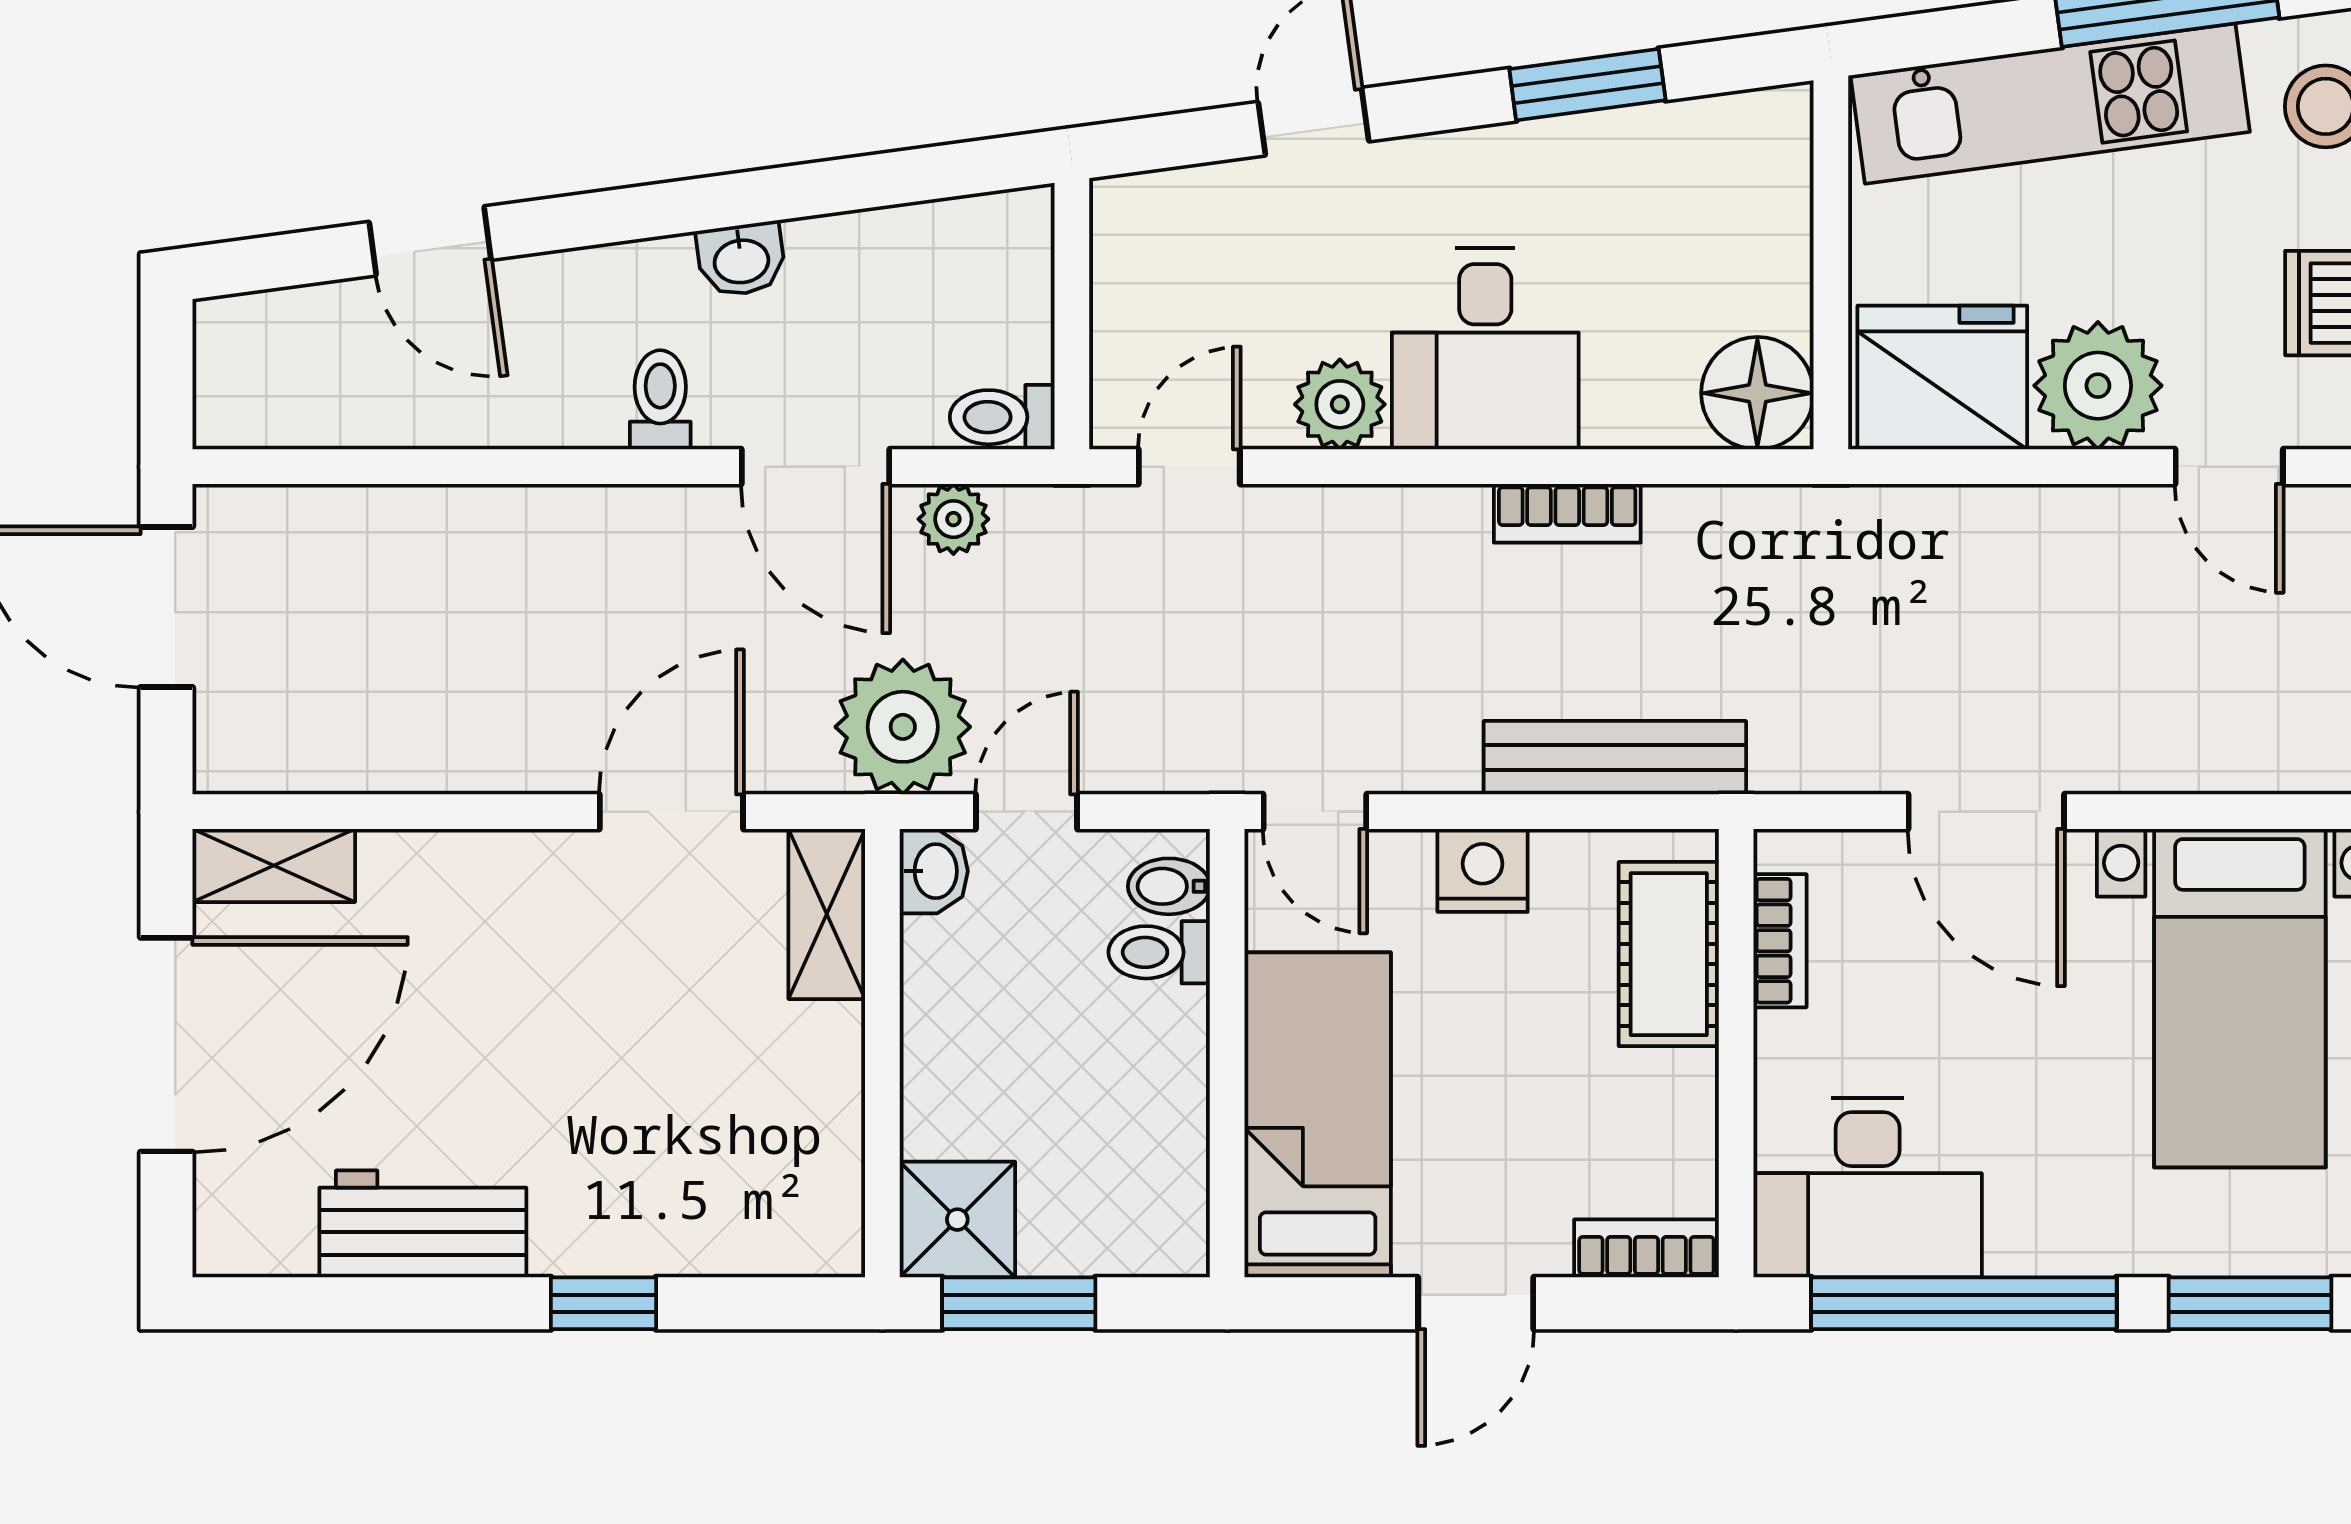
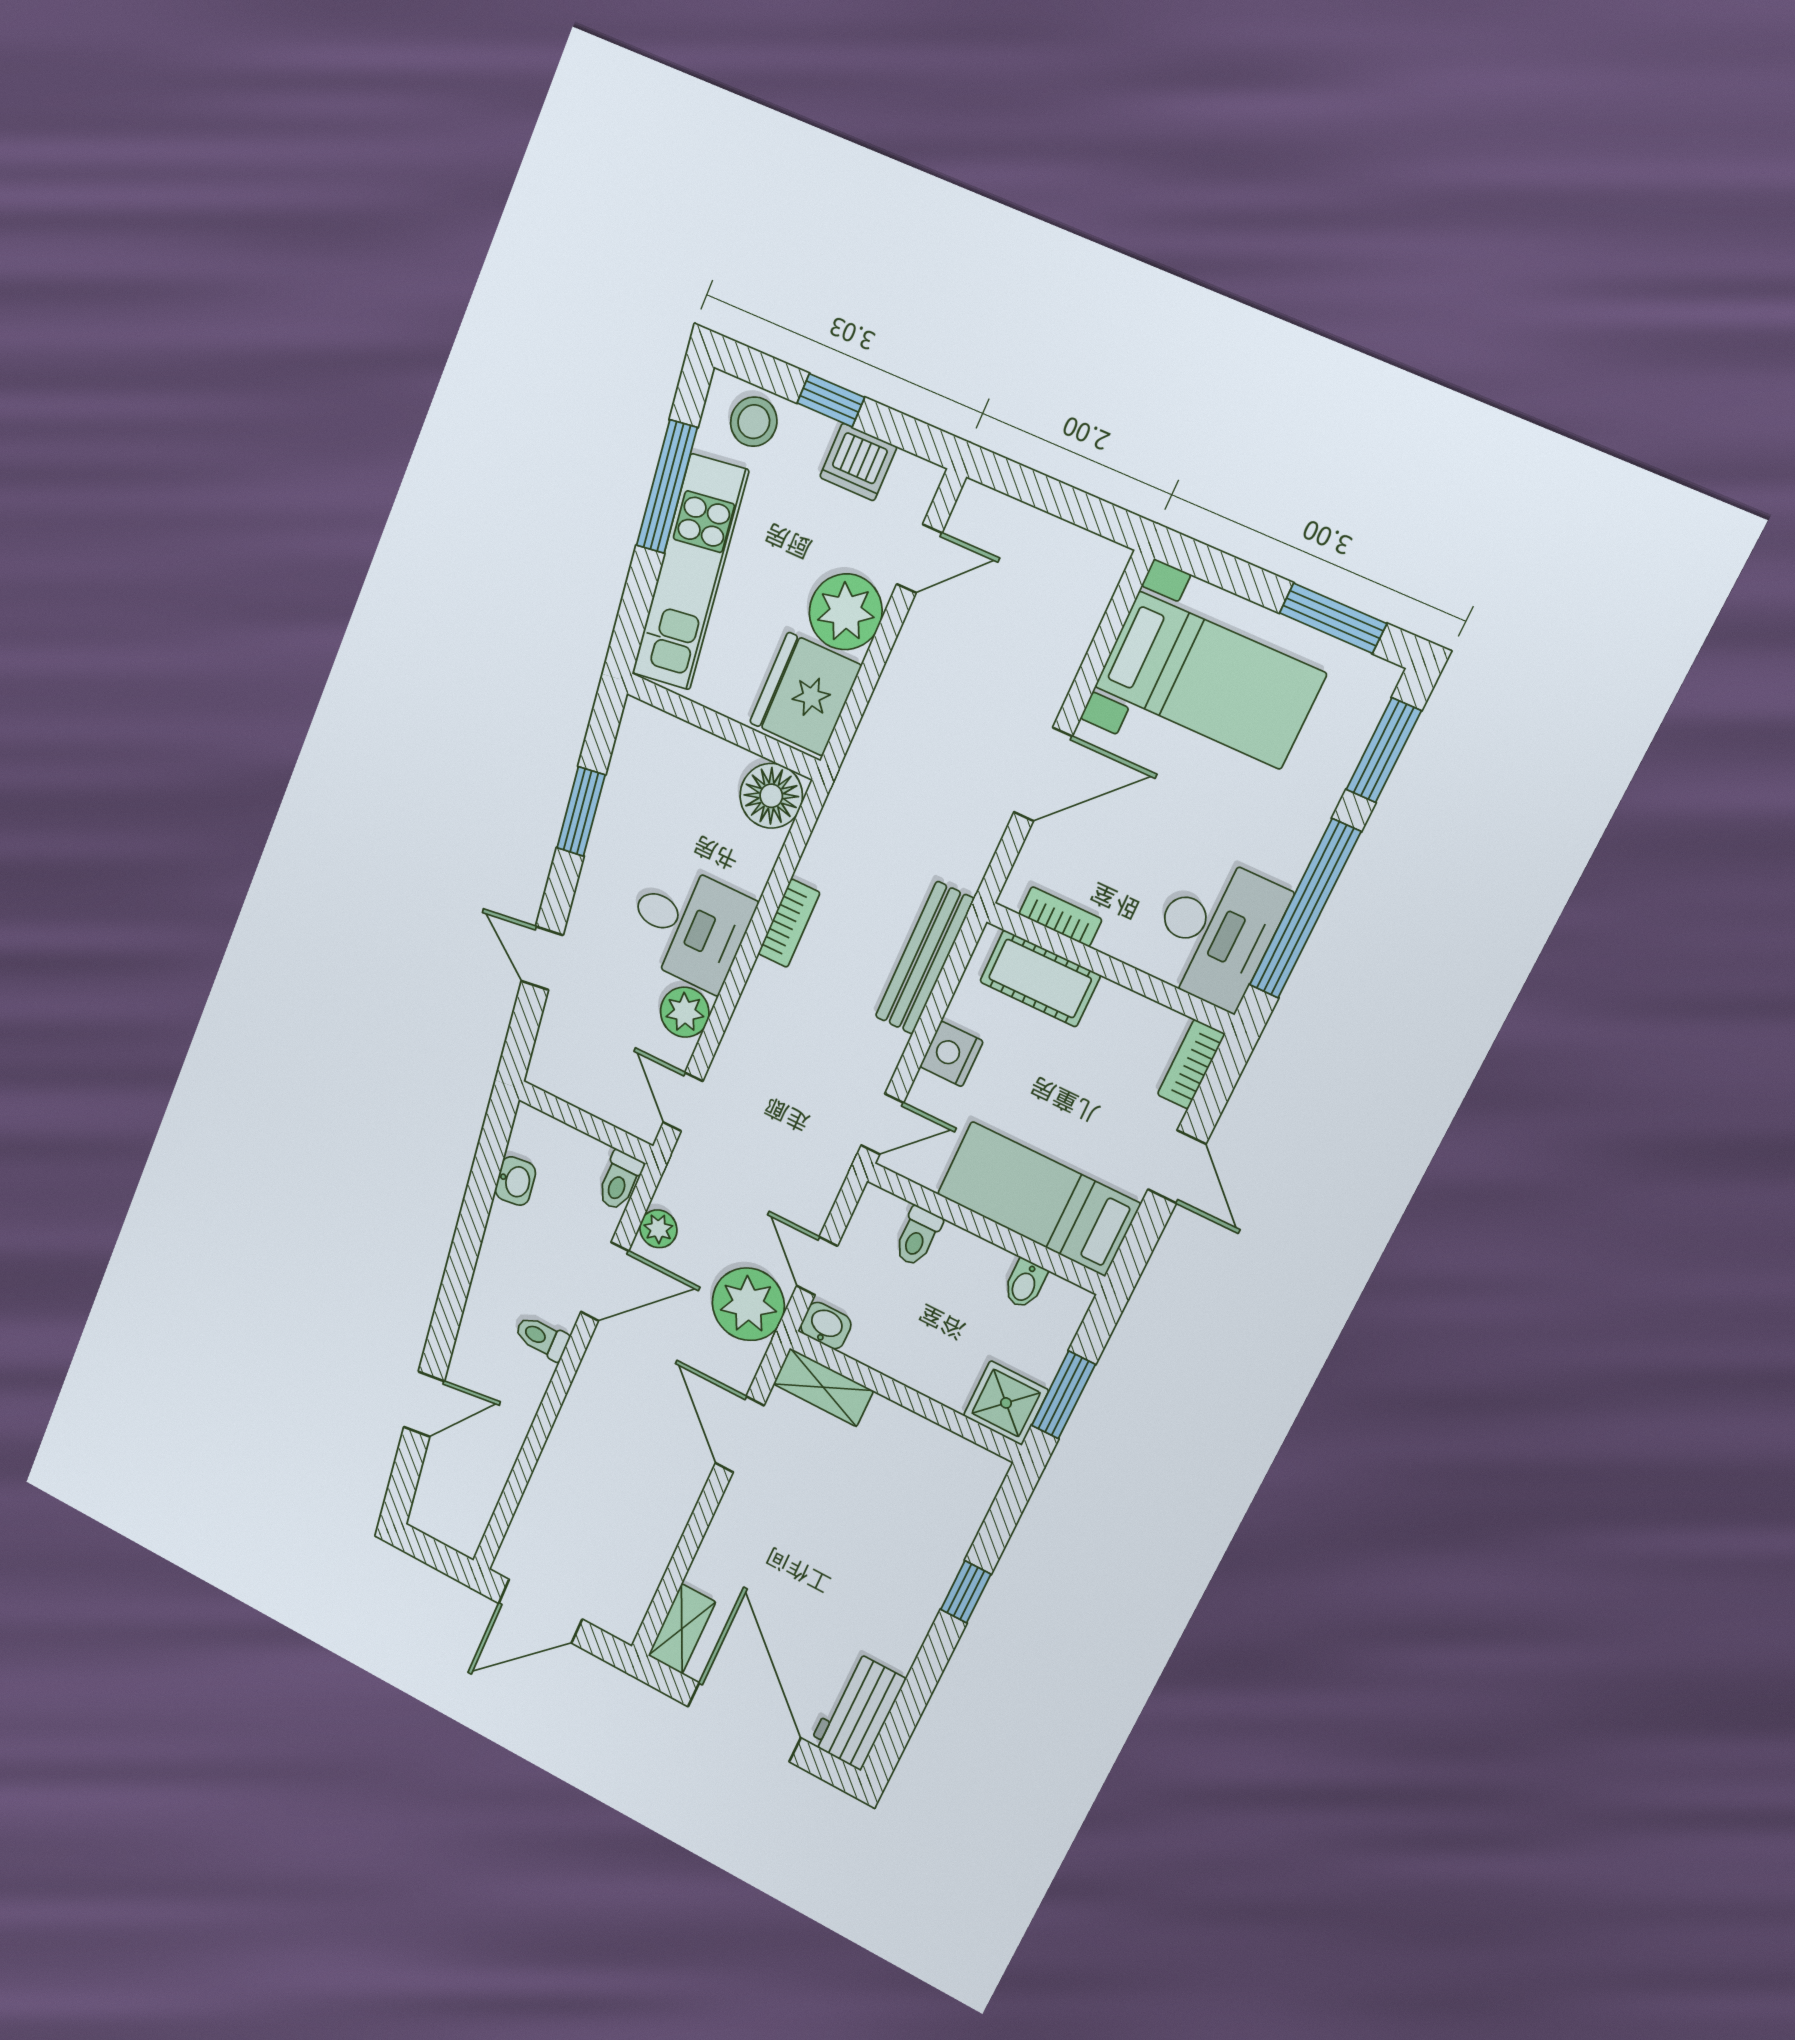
washbasin: (741, 259) -> (515, 1181), moved
bidet: (1169, 886) -> (1025, 1284), moved
workbench: (423, 1224) -> (858, 1711), moved

